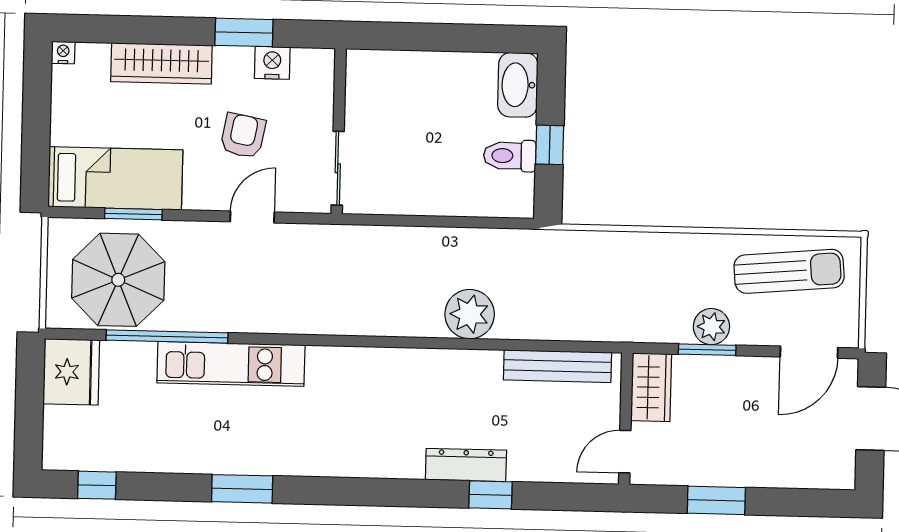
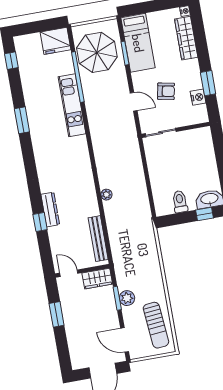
wardrobe: (161, 63) -> (186, 38), moved
window: (550, 145) -> (205, 214), moved
plant: (470, 314) -> (106, 195), width x0.53, depth x0.53

